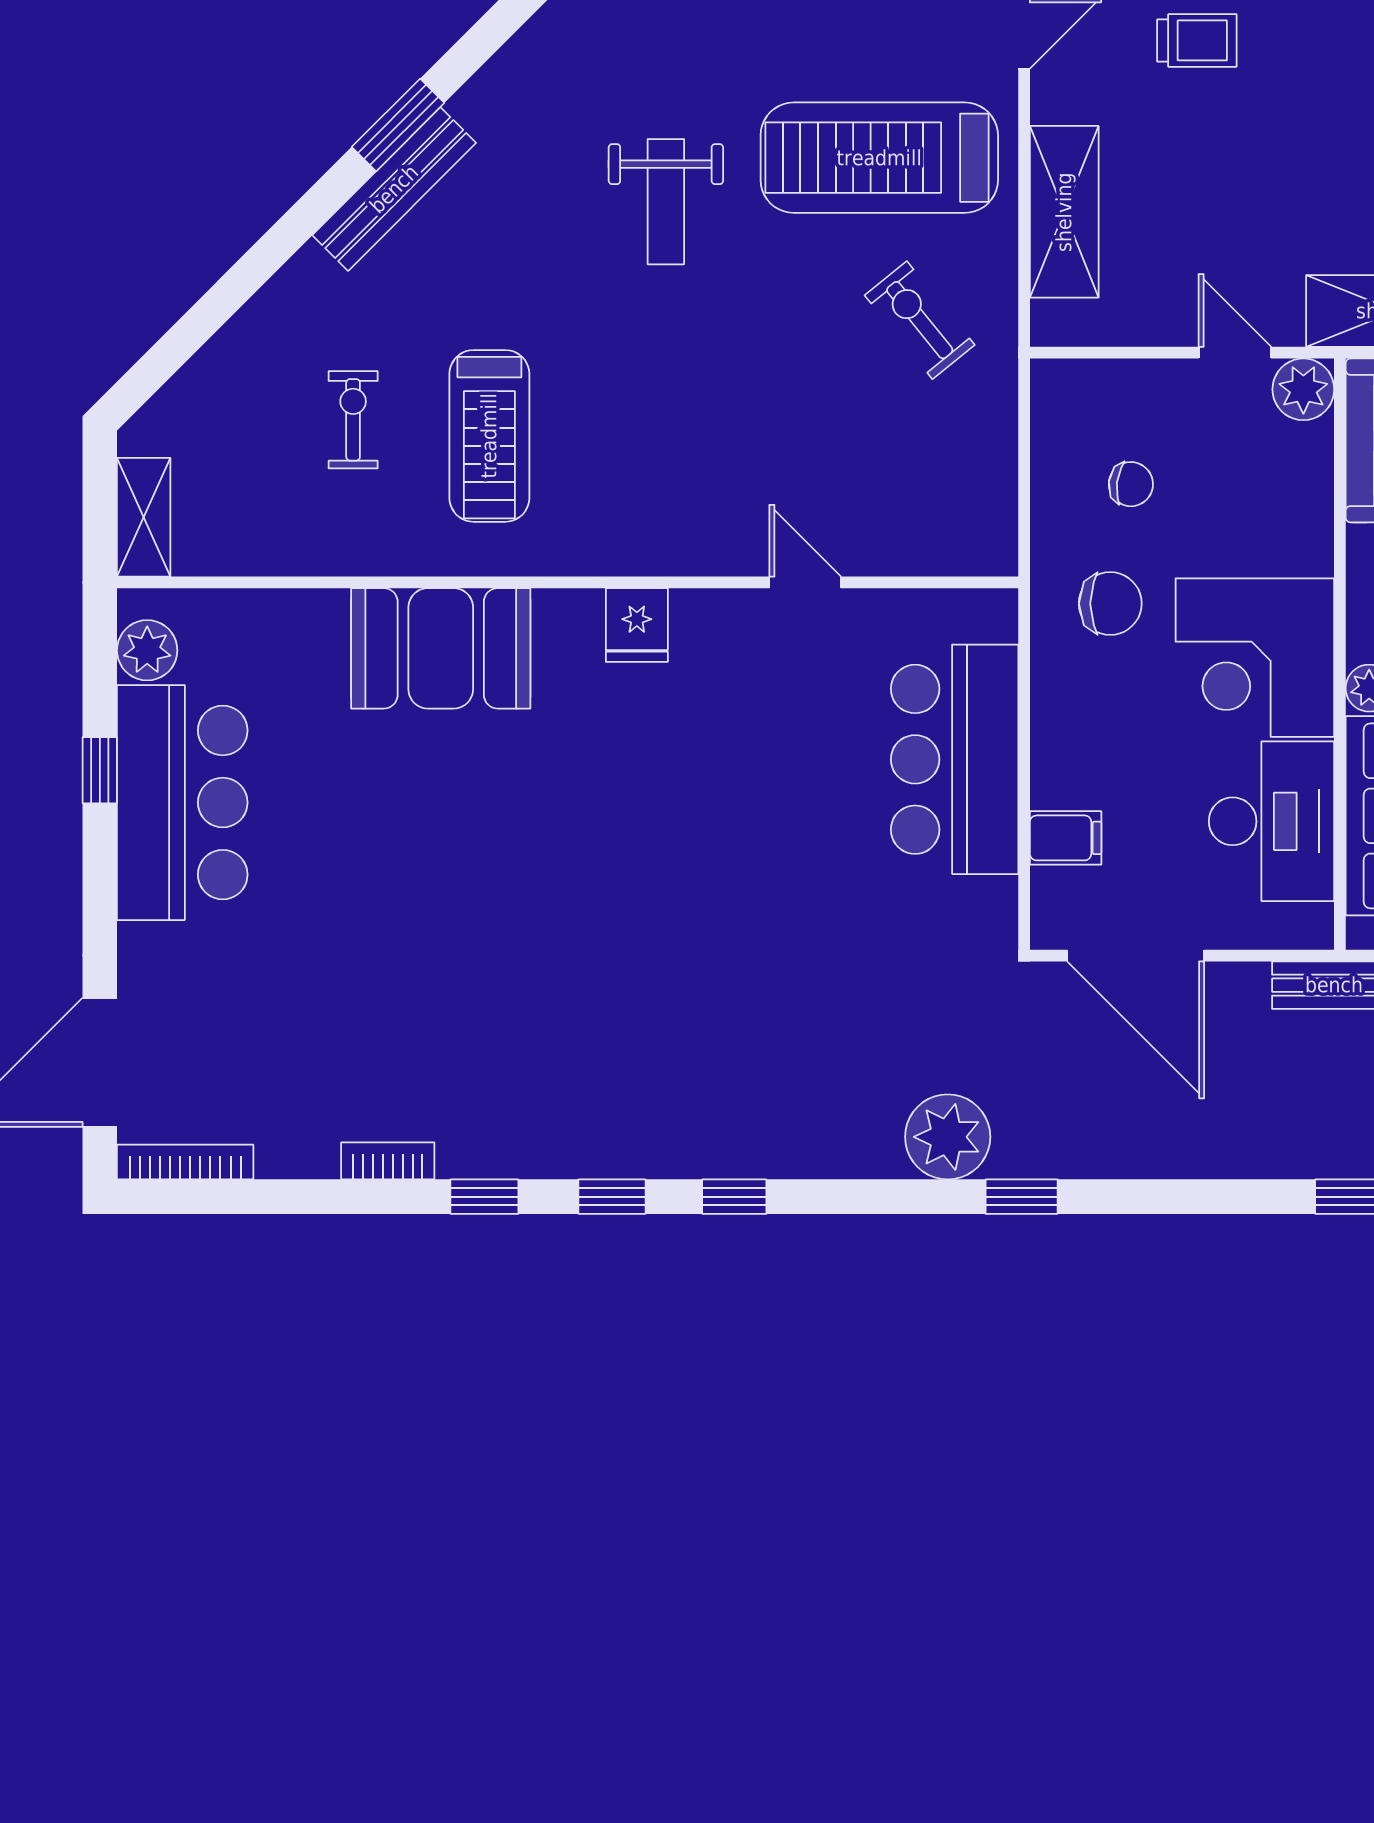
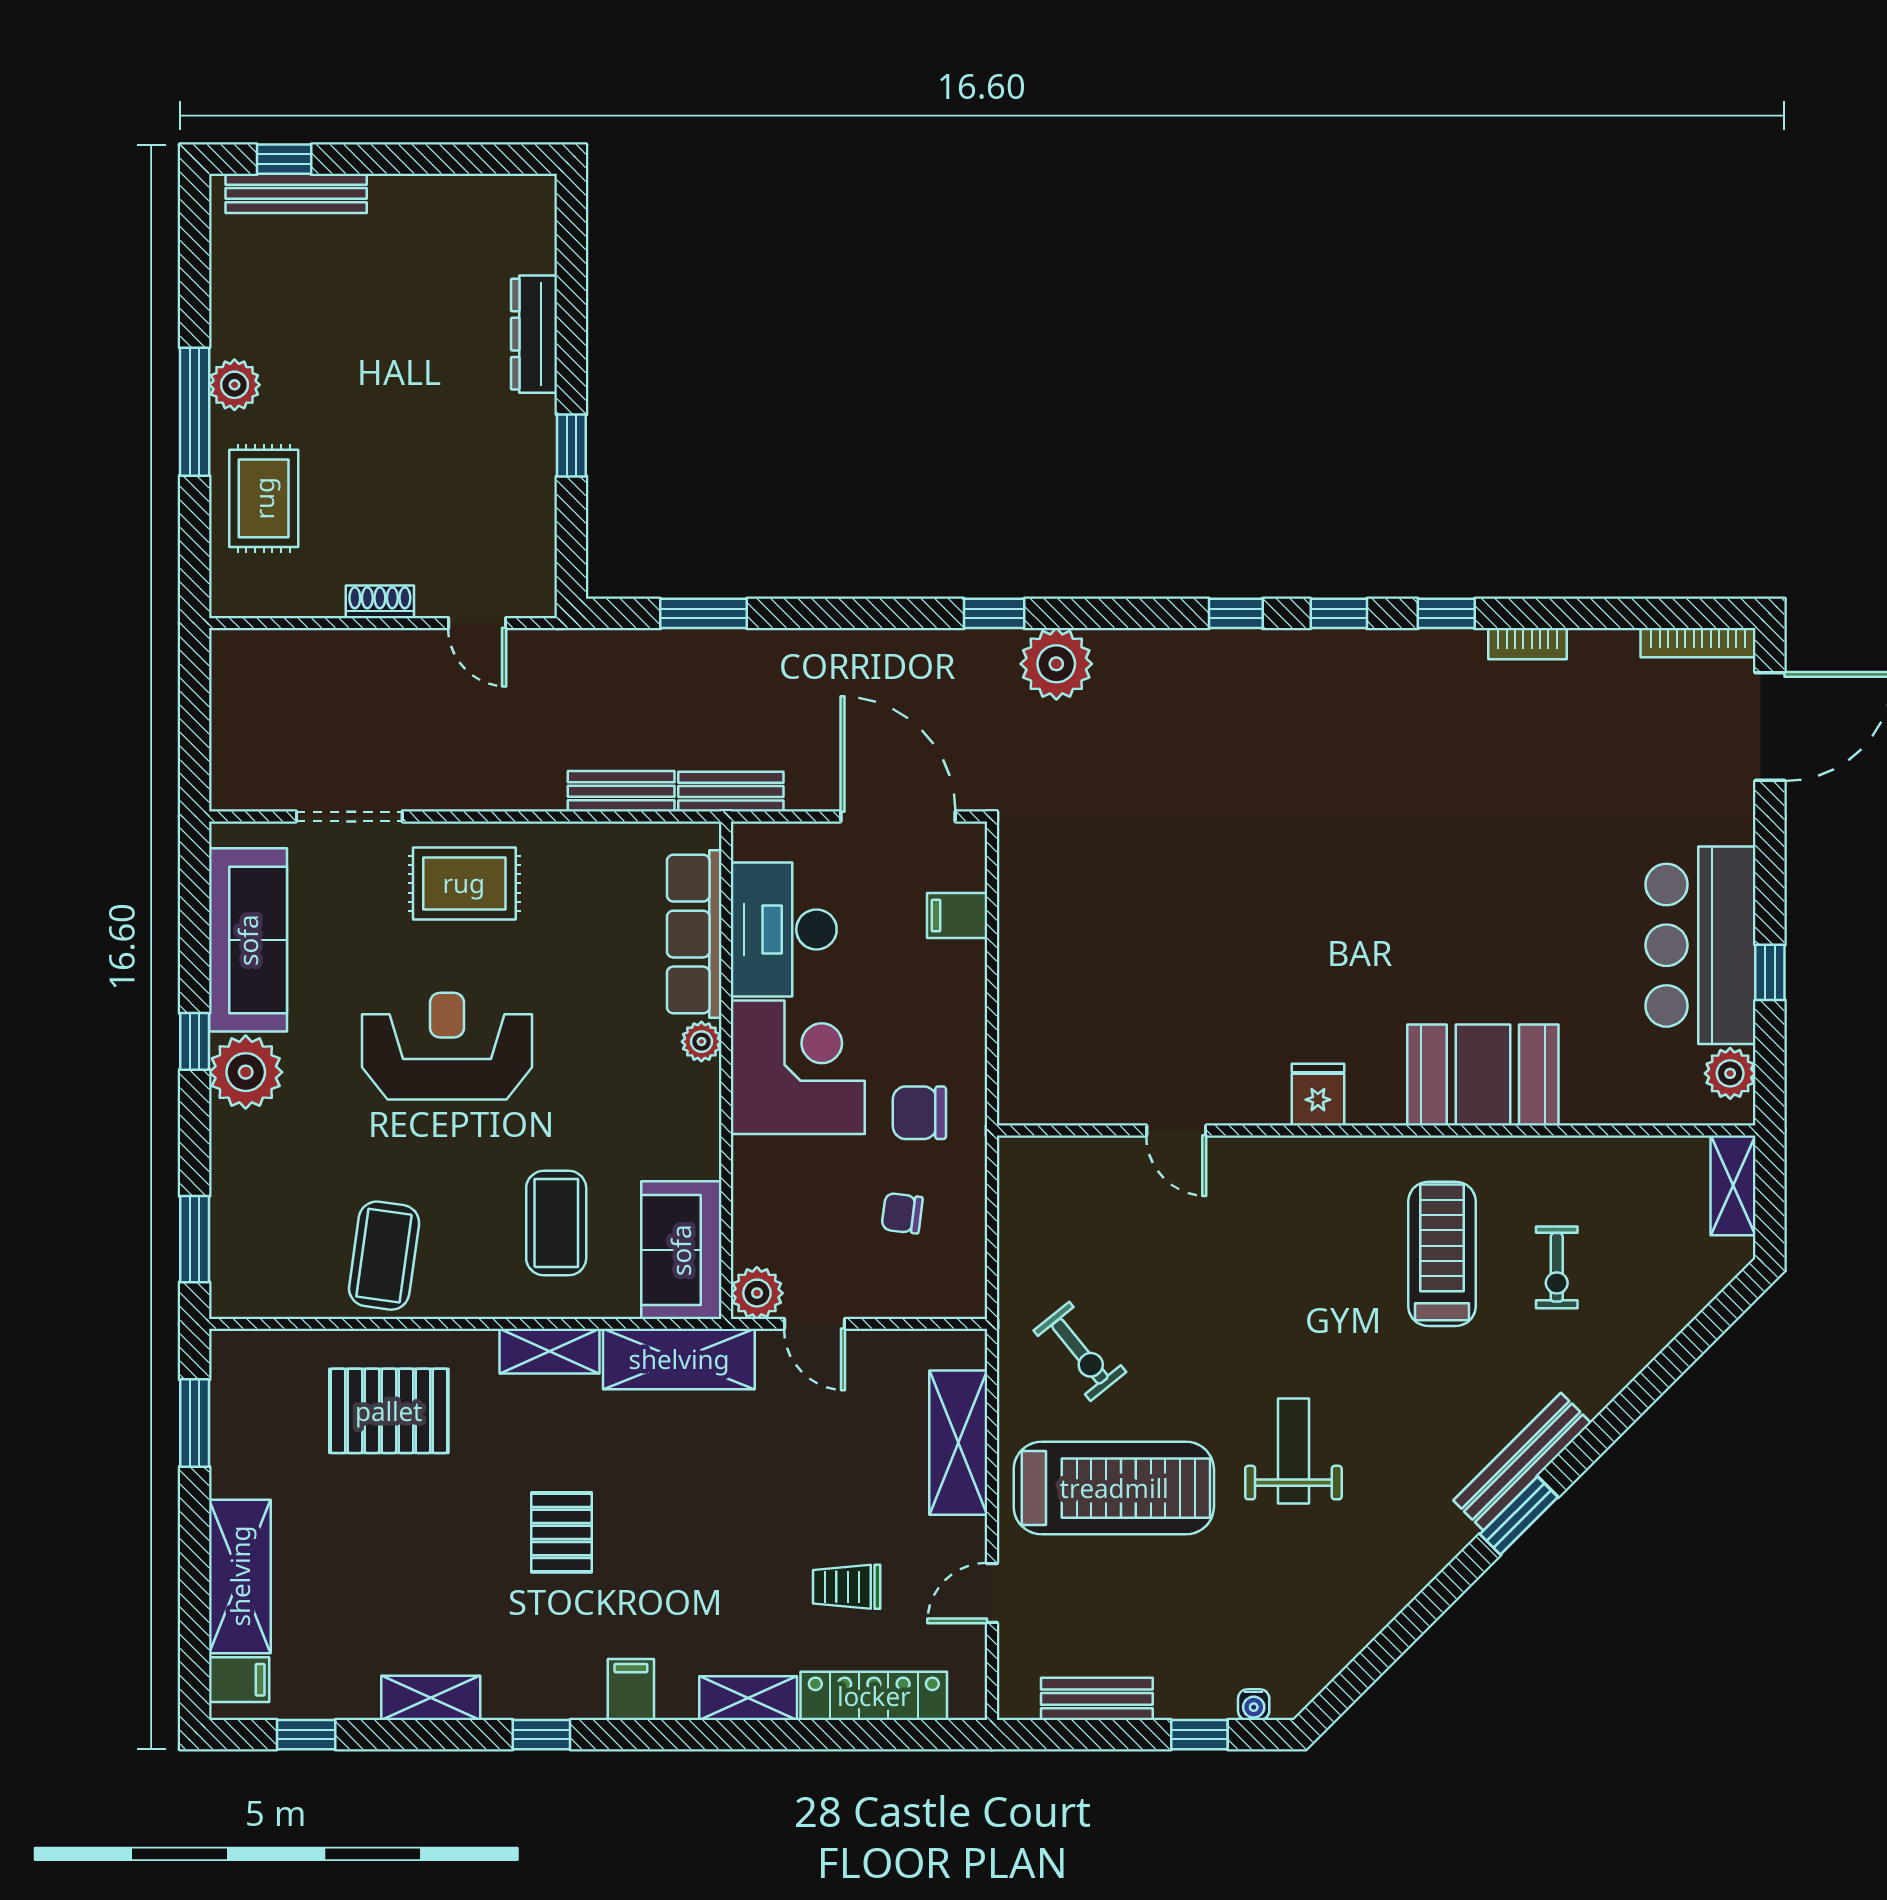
bar counter: (955, 759) -> (1050, 982), removed

